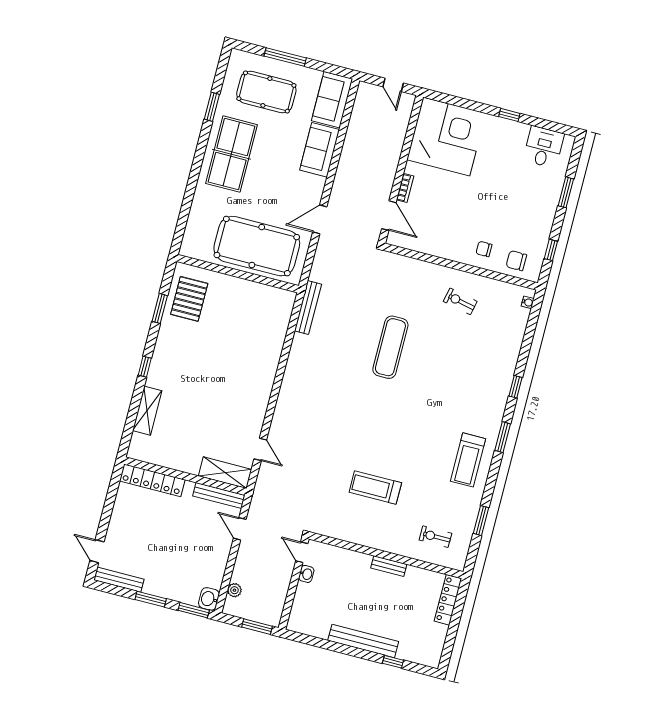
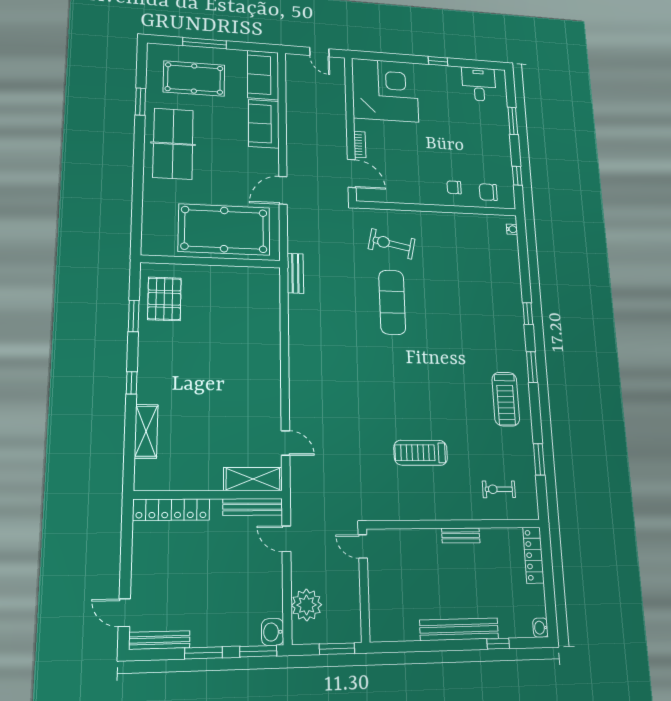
exercise bike: (460, 301) -> (392, 244), moved, width x1.38, depth x1.39
bench: (308, 307) -> (295, 273), width x0.73
washbasin: (306, 574) -> (540, 628), moved, turned 180
plant: (234, 590) -> (307, 605), width x1.88, depth x1.88

